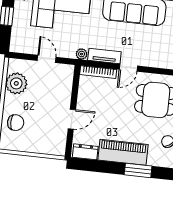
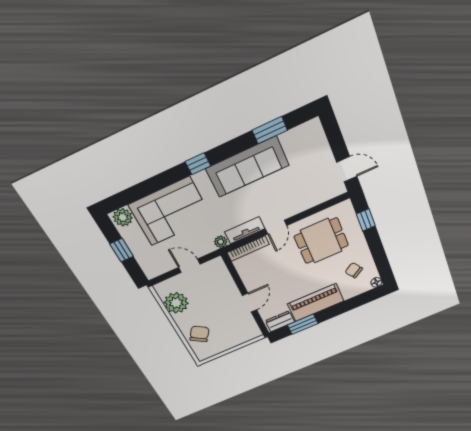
chair: (16, 123) -> (199, 334), turned -56
window: (138, 170) -> (303, 324), moved

